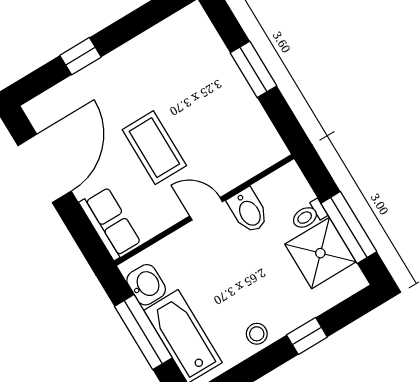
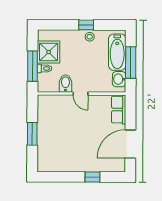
coffee table: (154, 148) -> (86, 127), removed
window: (349, 227) -> (33, 66), moved
window: (307, 336) -> (86, 25), moved

